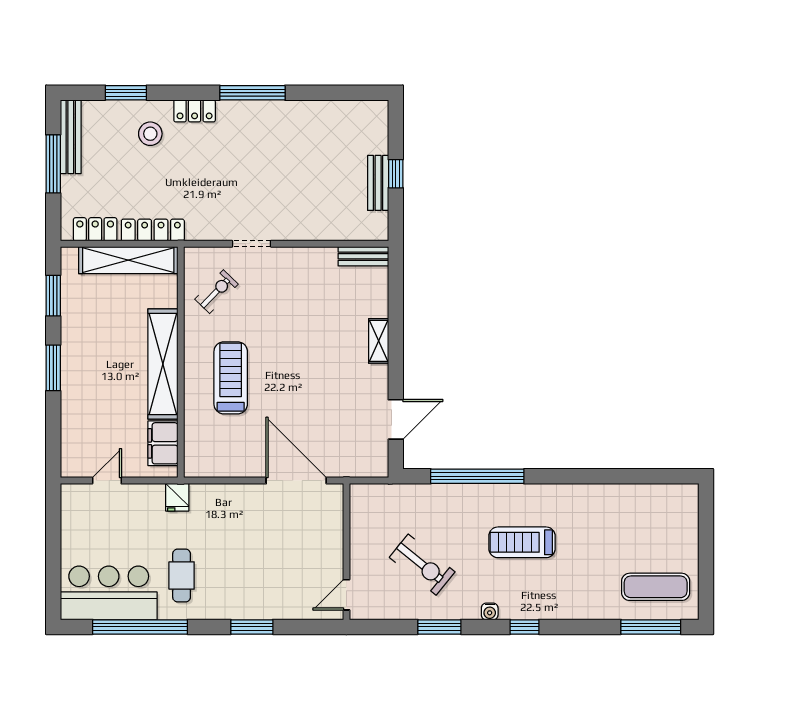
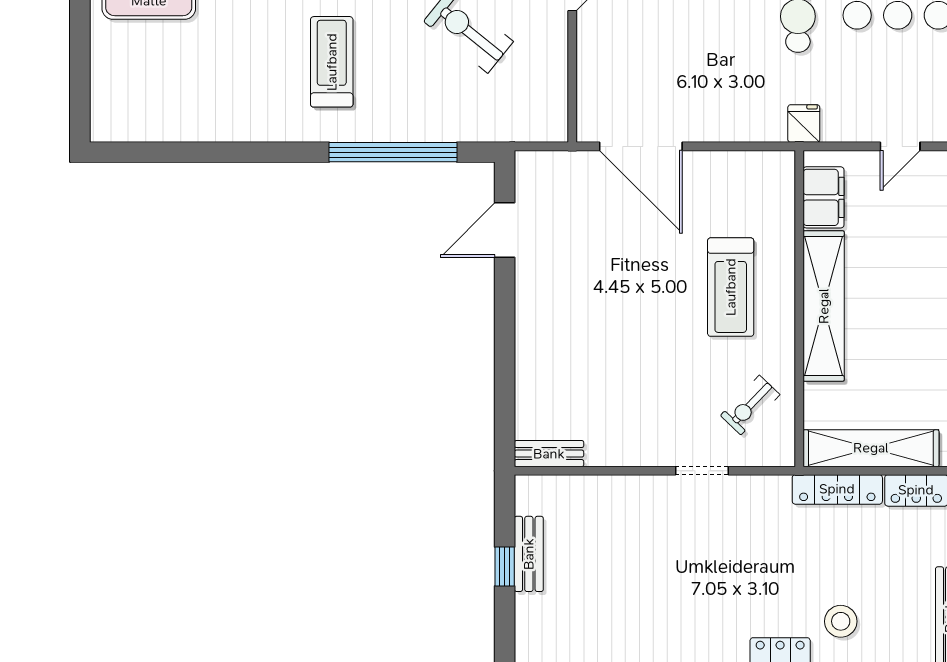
shelving: (379, 341) -> (528, 338), removed
treadmill: (522, 542) -> (332, 62), turned -90

